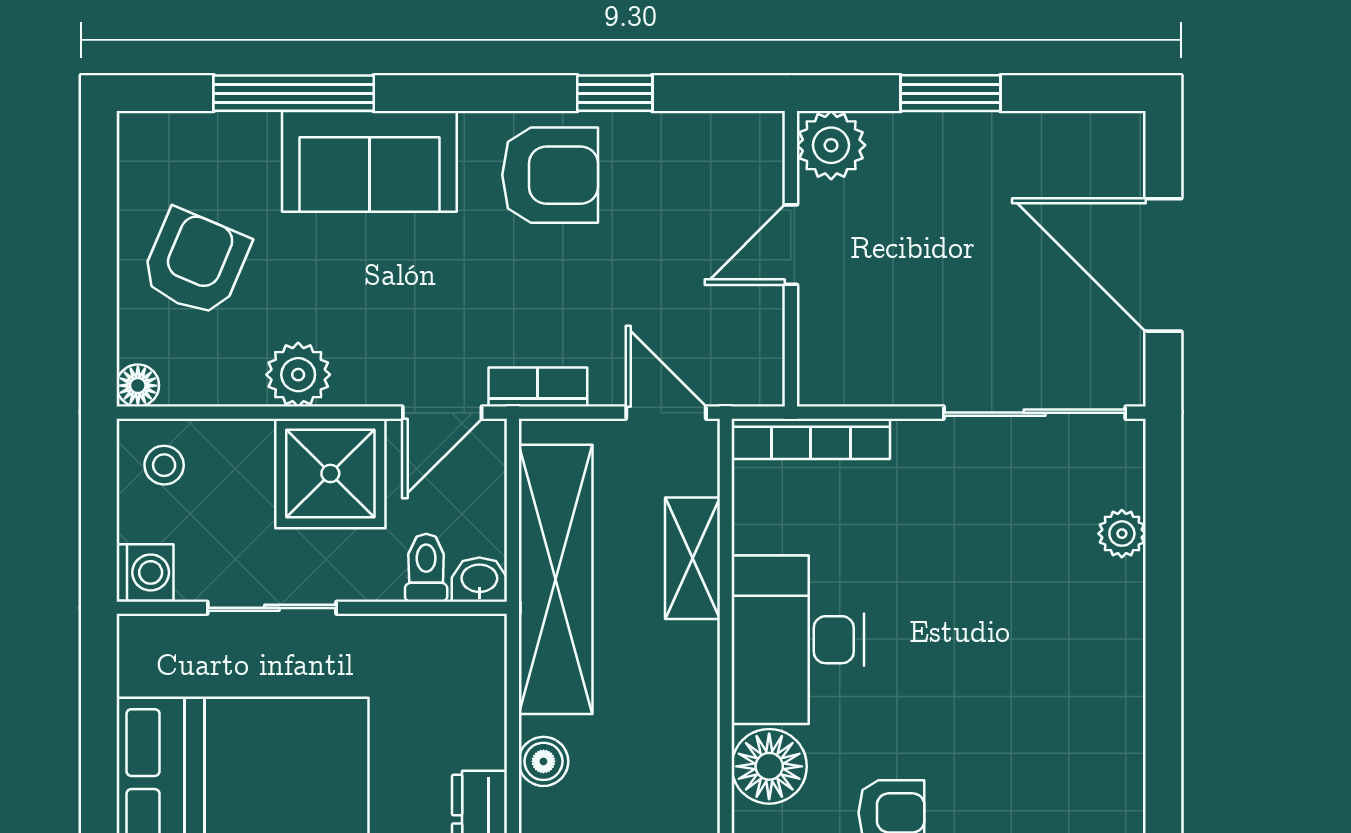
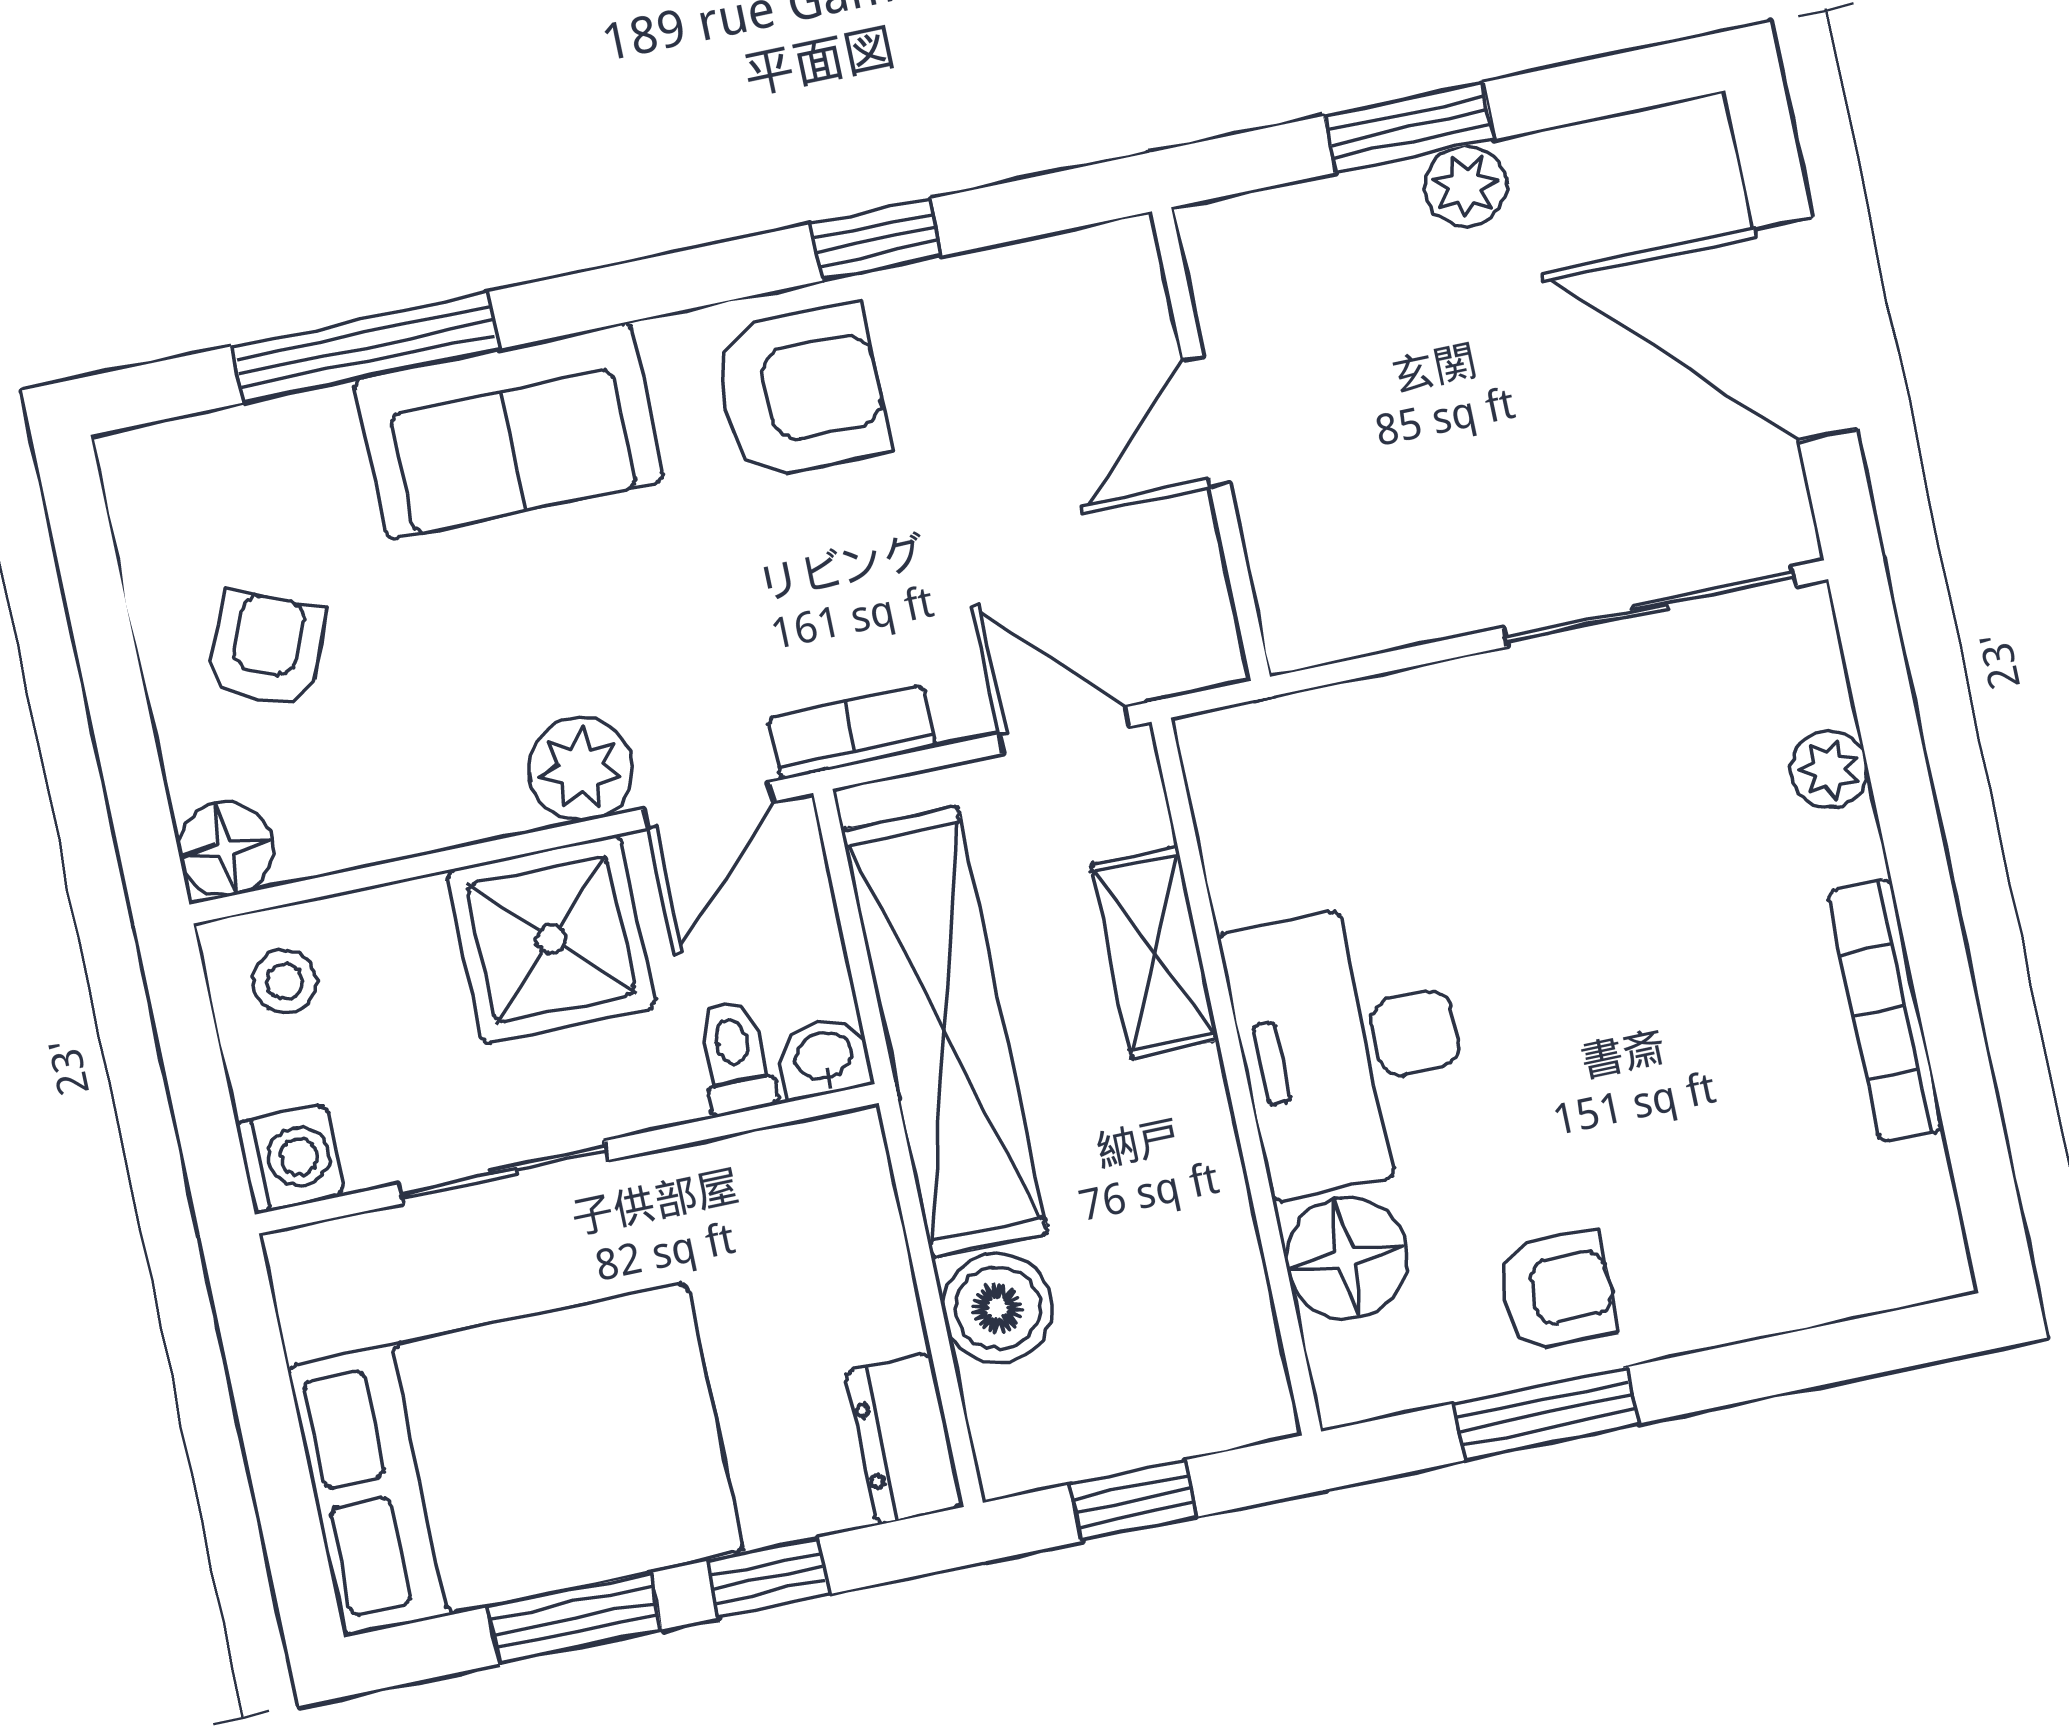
plant: (831, 145) -> (1466, 186), moved, width x0.73, depth x0.73
armchair: (195, 263) -> (266, 650), width x0.72, depth x0.72
plant: (298, 375) -> (581, 769), moved
floor lamp: (138, 386) -> (226, 849), width x1.37, depth x1.37
bookcase: (811, 439) -> (1886, 1010), moved, turned 90
boiler: (543, 761) -> (998, 1308), width x1.36, depth x1.36

